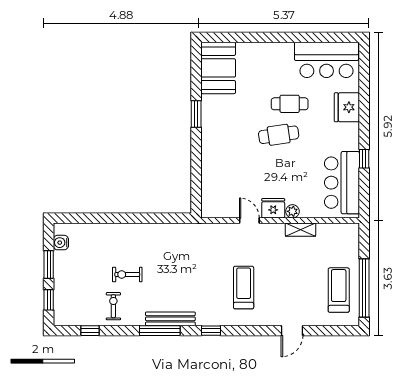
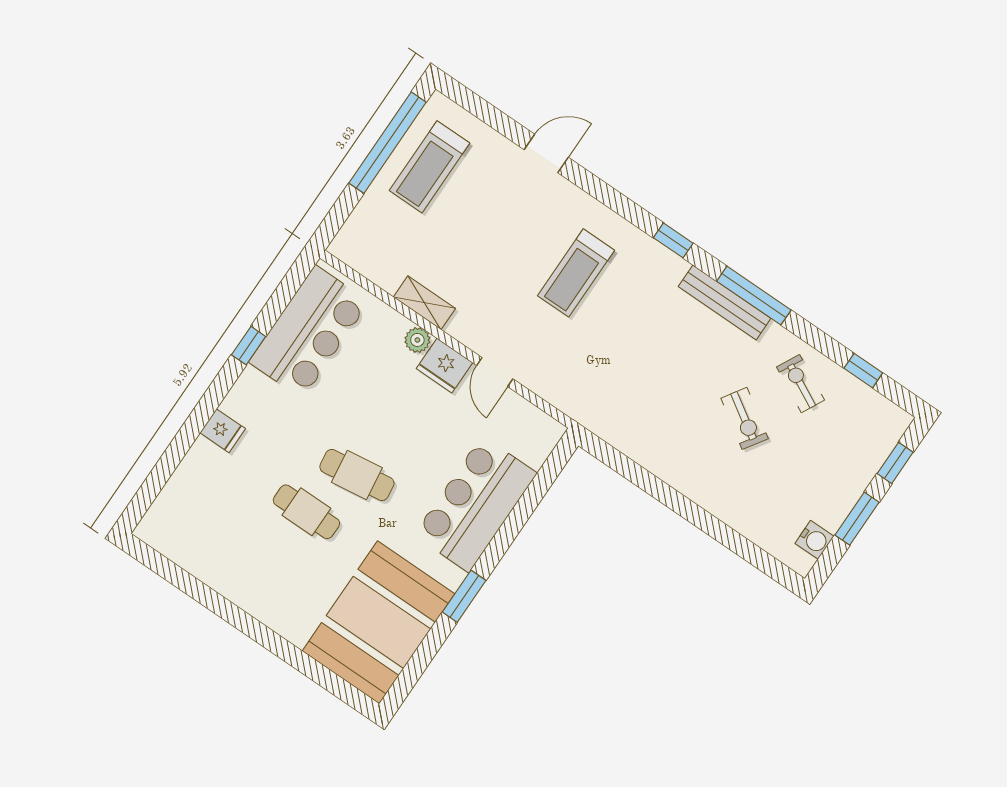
bar counter: (327, 60) -> (475, 504), moved, turned -90
booth: (218, 68) -> (379, 622), width x1.36, depth x1.42
fridge: (347, 107) -> (223, 431), width x0.53, depth x0.75
exercise bike: (127, 274) -> (745, 418), turned 33
exercise bike: (113, 306) -> (800, 384), turned 117

